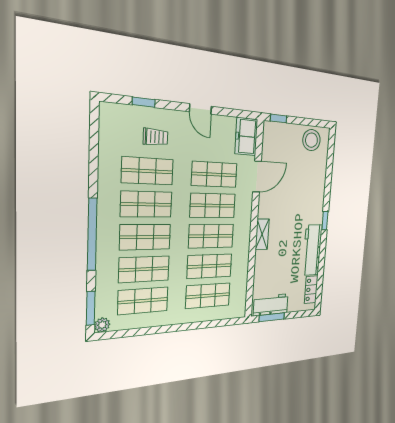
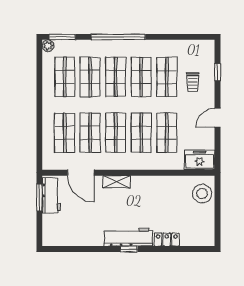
window: (278, 118) -> (218, 190), removed
stool: (311, 140) -> (202, 194), moved
door: (257, 177) -> (81, 173), moved
workbench: (312, 250) -> (128, 237), moved
locker: (311, 290) -> (167, 240), moved

